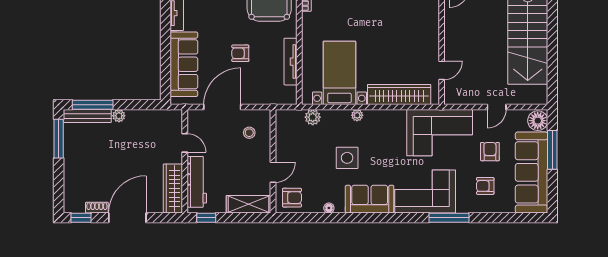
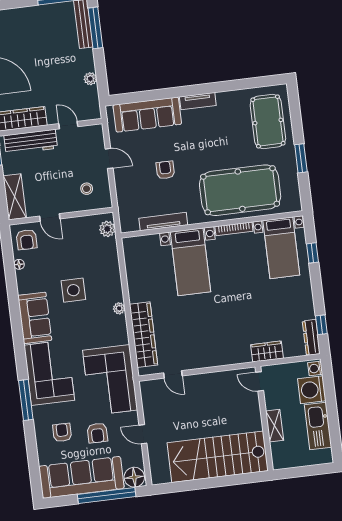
bed with nightstands: (339, 73) -> (191, 262), moved, turned 90
door: (222, 107) -> (109, 158), width x0.53
plant: (357, 115) -> (119, 308), moved
plant: (119, 116) -> (90, 79), moved
plant: (313, 117) -> (107, 229), moved
door: (185, 143) -> (68, 125), swing flipped
window: (552, 150) -> (107, 495), width x1.46
armchair: (490, 152) -> (97, 433), turned 90
floor lamp: (329, 208) -> (19, 264), moved

